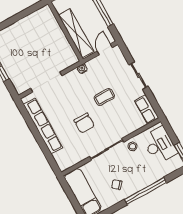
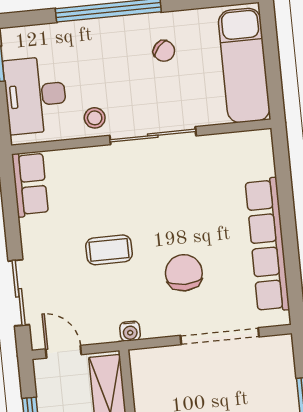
door: (105, 49) -> (63, 352), swing flipped
sliding door: (138, 75) -> (19, 293), moved
chair: (84, 123) -> (184, 273), moved

